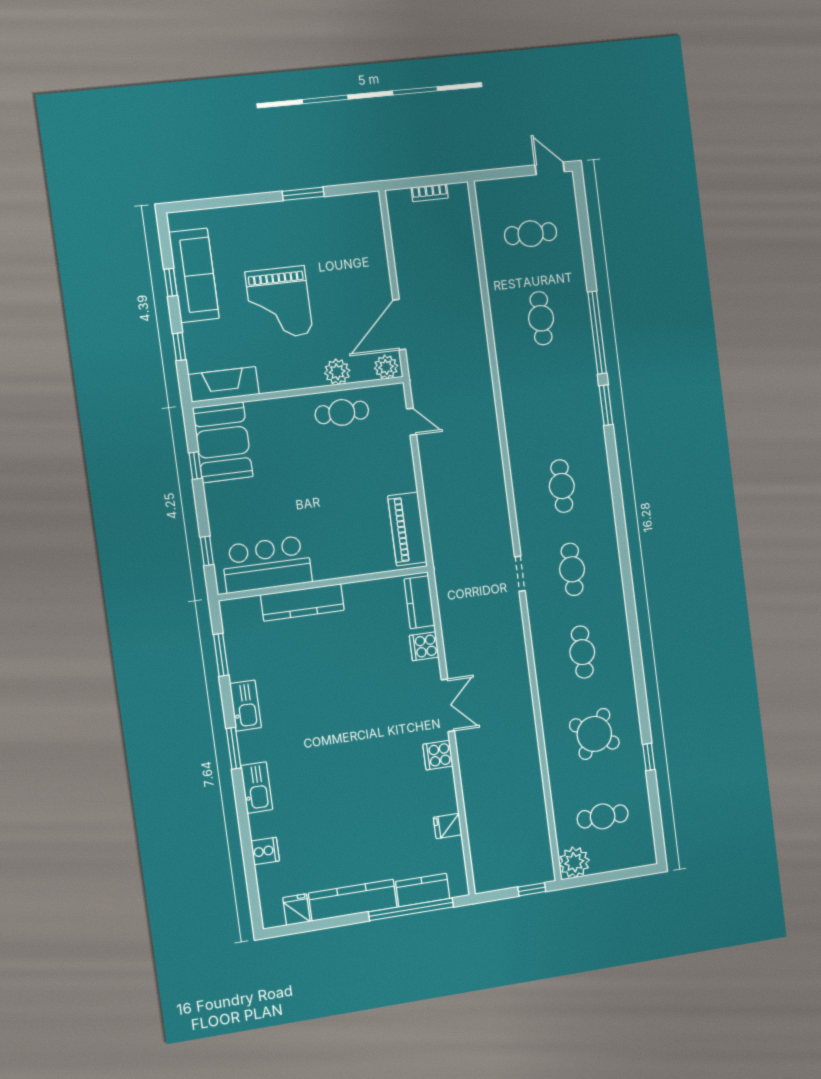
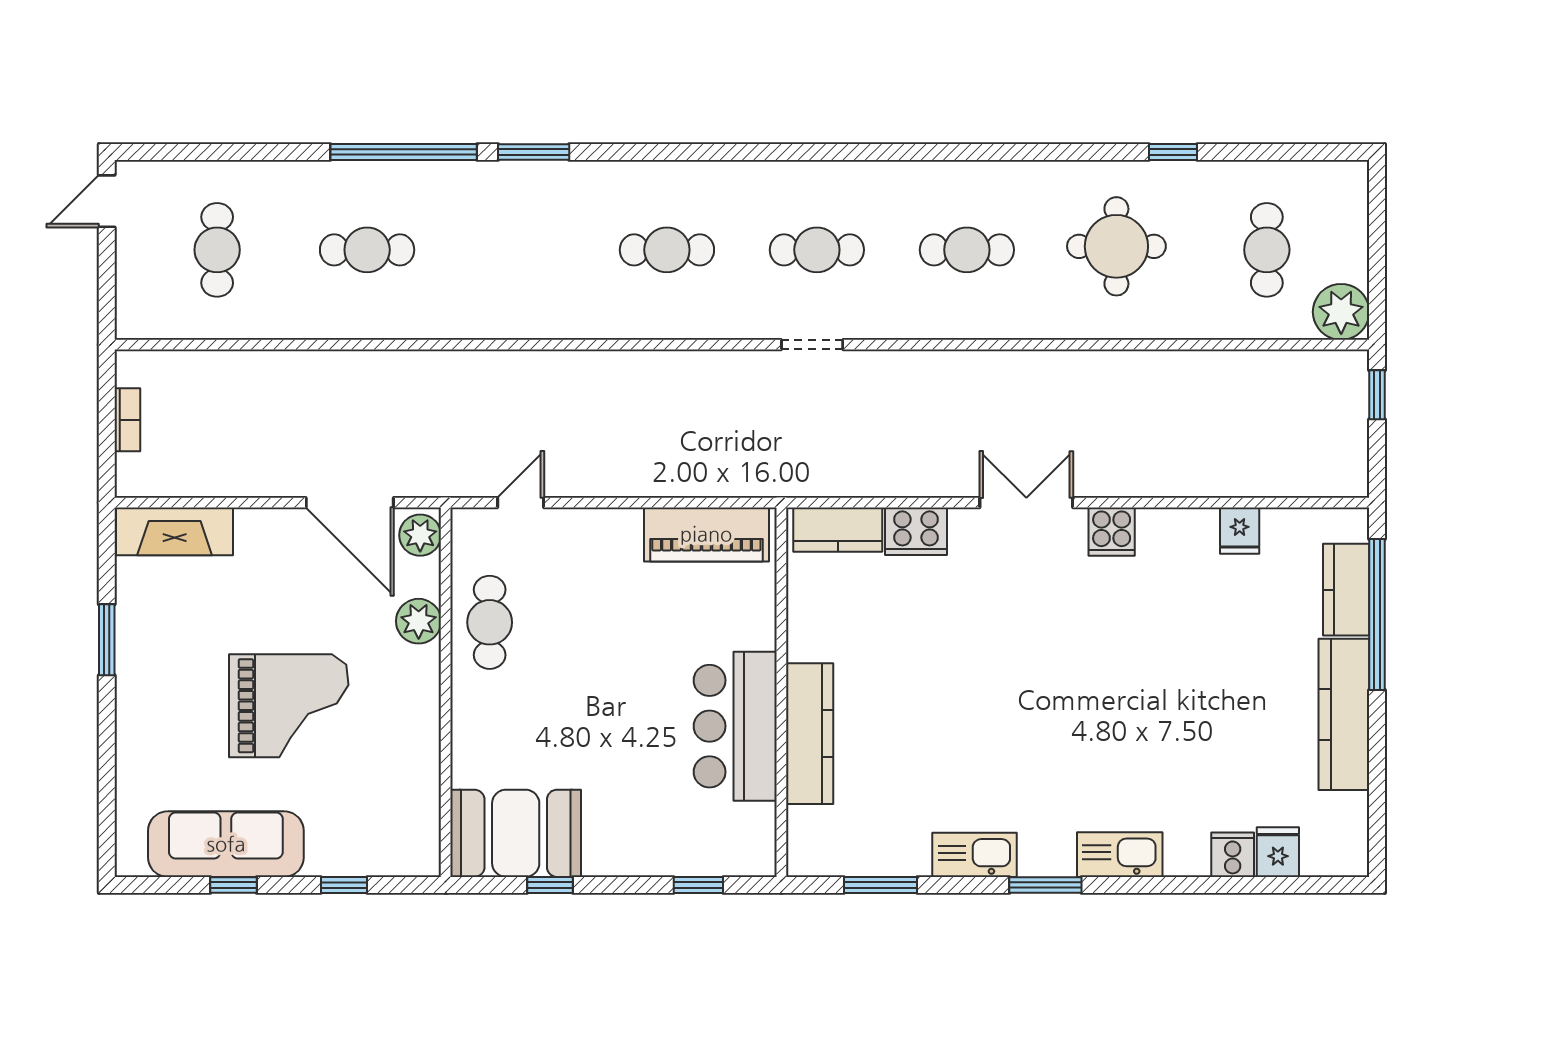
fireplace: (224, 384) -> (175, 531), moved, turned -90
bar counter: (267, 564) -> (735, 726), moved
cooker: (424, 646) -> (916, 531), width x1.36
round table: (594, 734) -> (1116, 246), turned -33
fridge: (296, 910) -> (1278, 852), moved, turned 90

